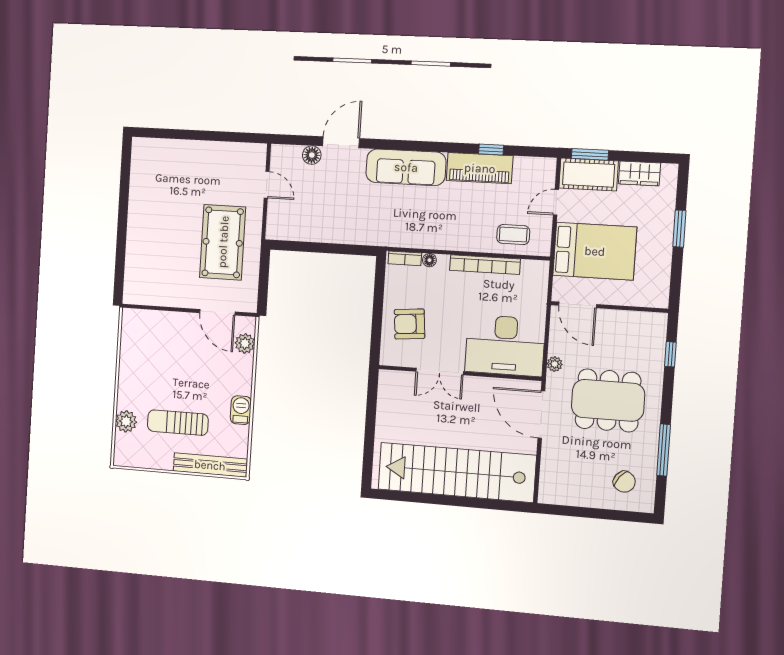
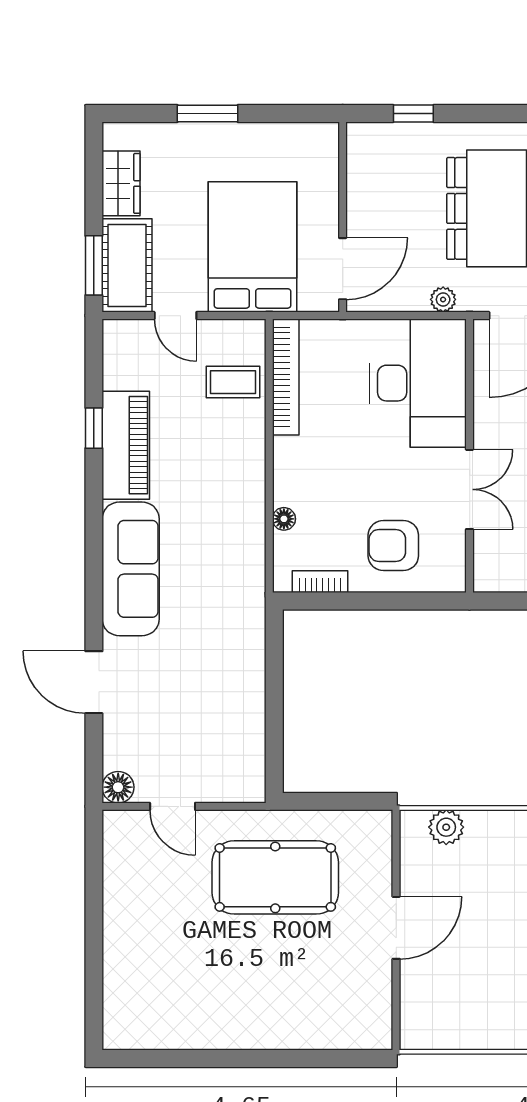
floor lamp: (312, 155) -> (118, 787), moved
door: (267, 185) -> (173, 806), swing flipped
coffee table: (513, 235) -> (233, 382), turned 90
bookcase: (405, 258) -> (320, 582), moved, turned -90
bookcase: (485, 265) -> (286, 377), moved
door: (217, 312) -> (396, 928), moved
armchair: (409, 324) -> (393, 545), turned 95

